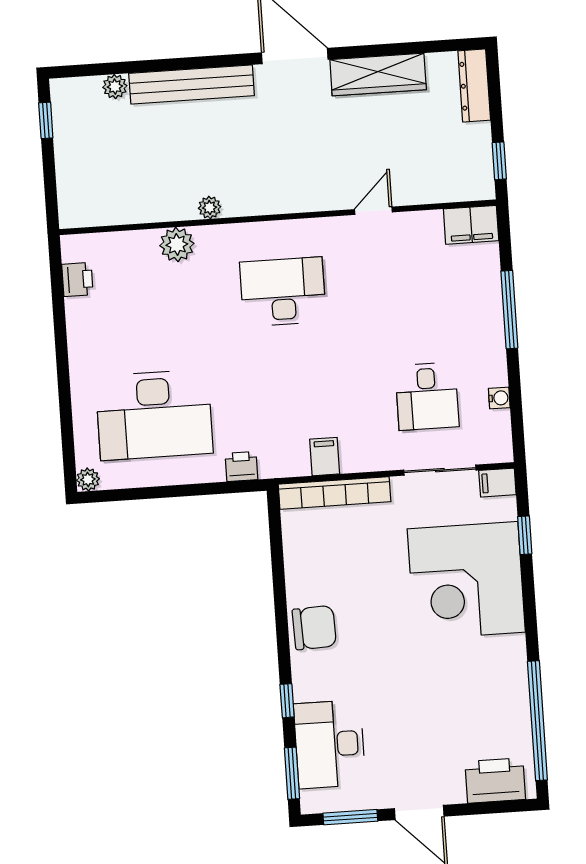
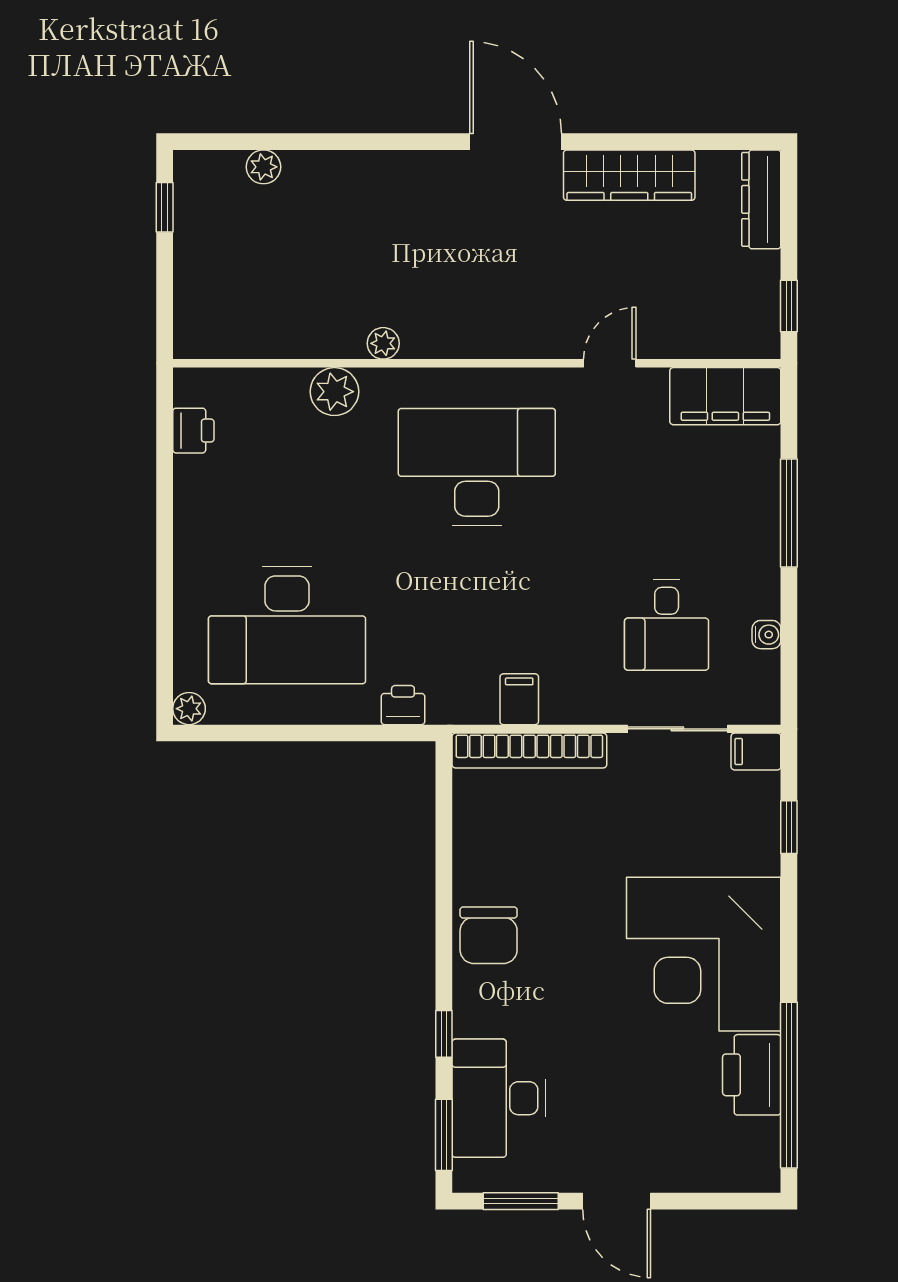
bench: (192, 84) -> (370, 171), removed
filing cabinet: (471, 225) -> (725, 396), width x1.50, depth x1.17
desk: (283, 292) -> (477, 467), width x1.36, depth x1.30
corner desk: (466, 580) -> (704, 954), moved
chair: (314, 628) -> (489, 935), turned 92
printer: (495, 780) -> (752, 1075), moved, turned -90

